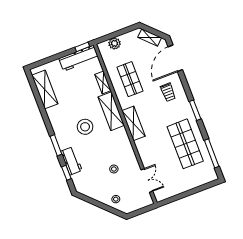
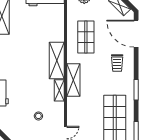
door: (175, 58) -> (136, 34), hinge flipped
shelving: (103, 83) -> (59, 90), moved
stool: (85, 127) -> (26, 66), removed

